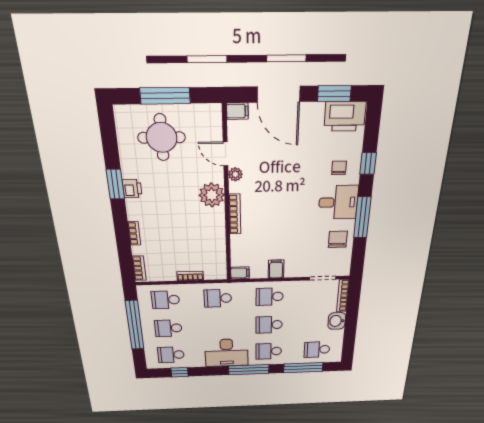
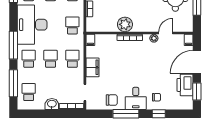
printer: (345, 116) -> (185, 85), moved
plant: (212, 195) -> (125, 24), moved
filing cabinet: (276, 269) -> (92, 67), width x2.00
desk: (227, 353) -> (32, 25), width x1.36, depth x1.30

